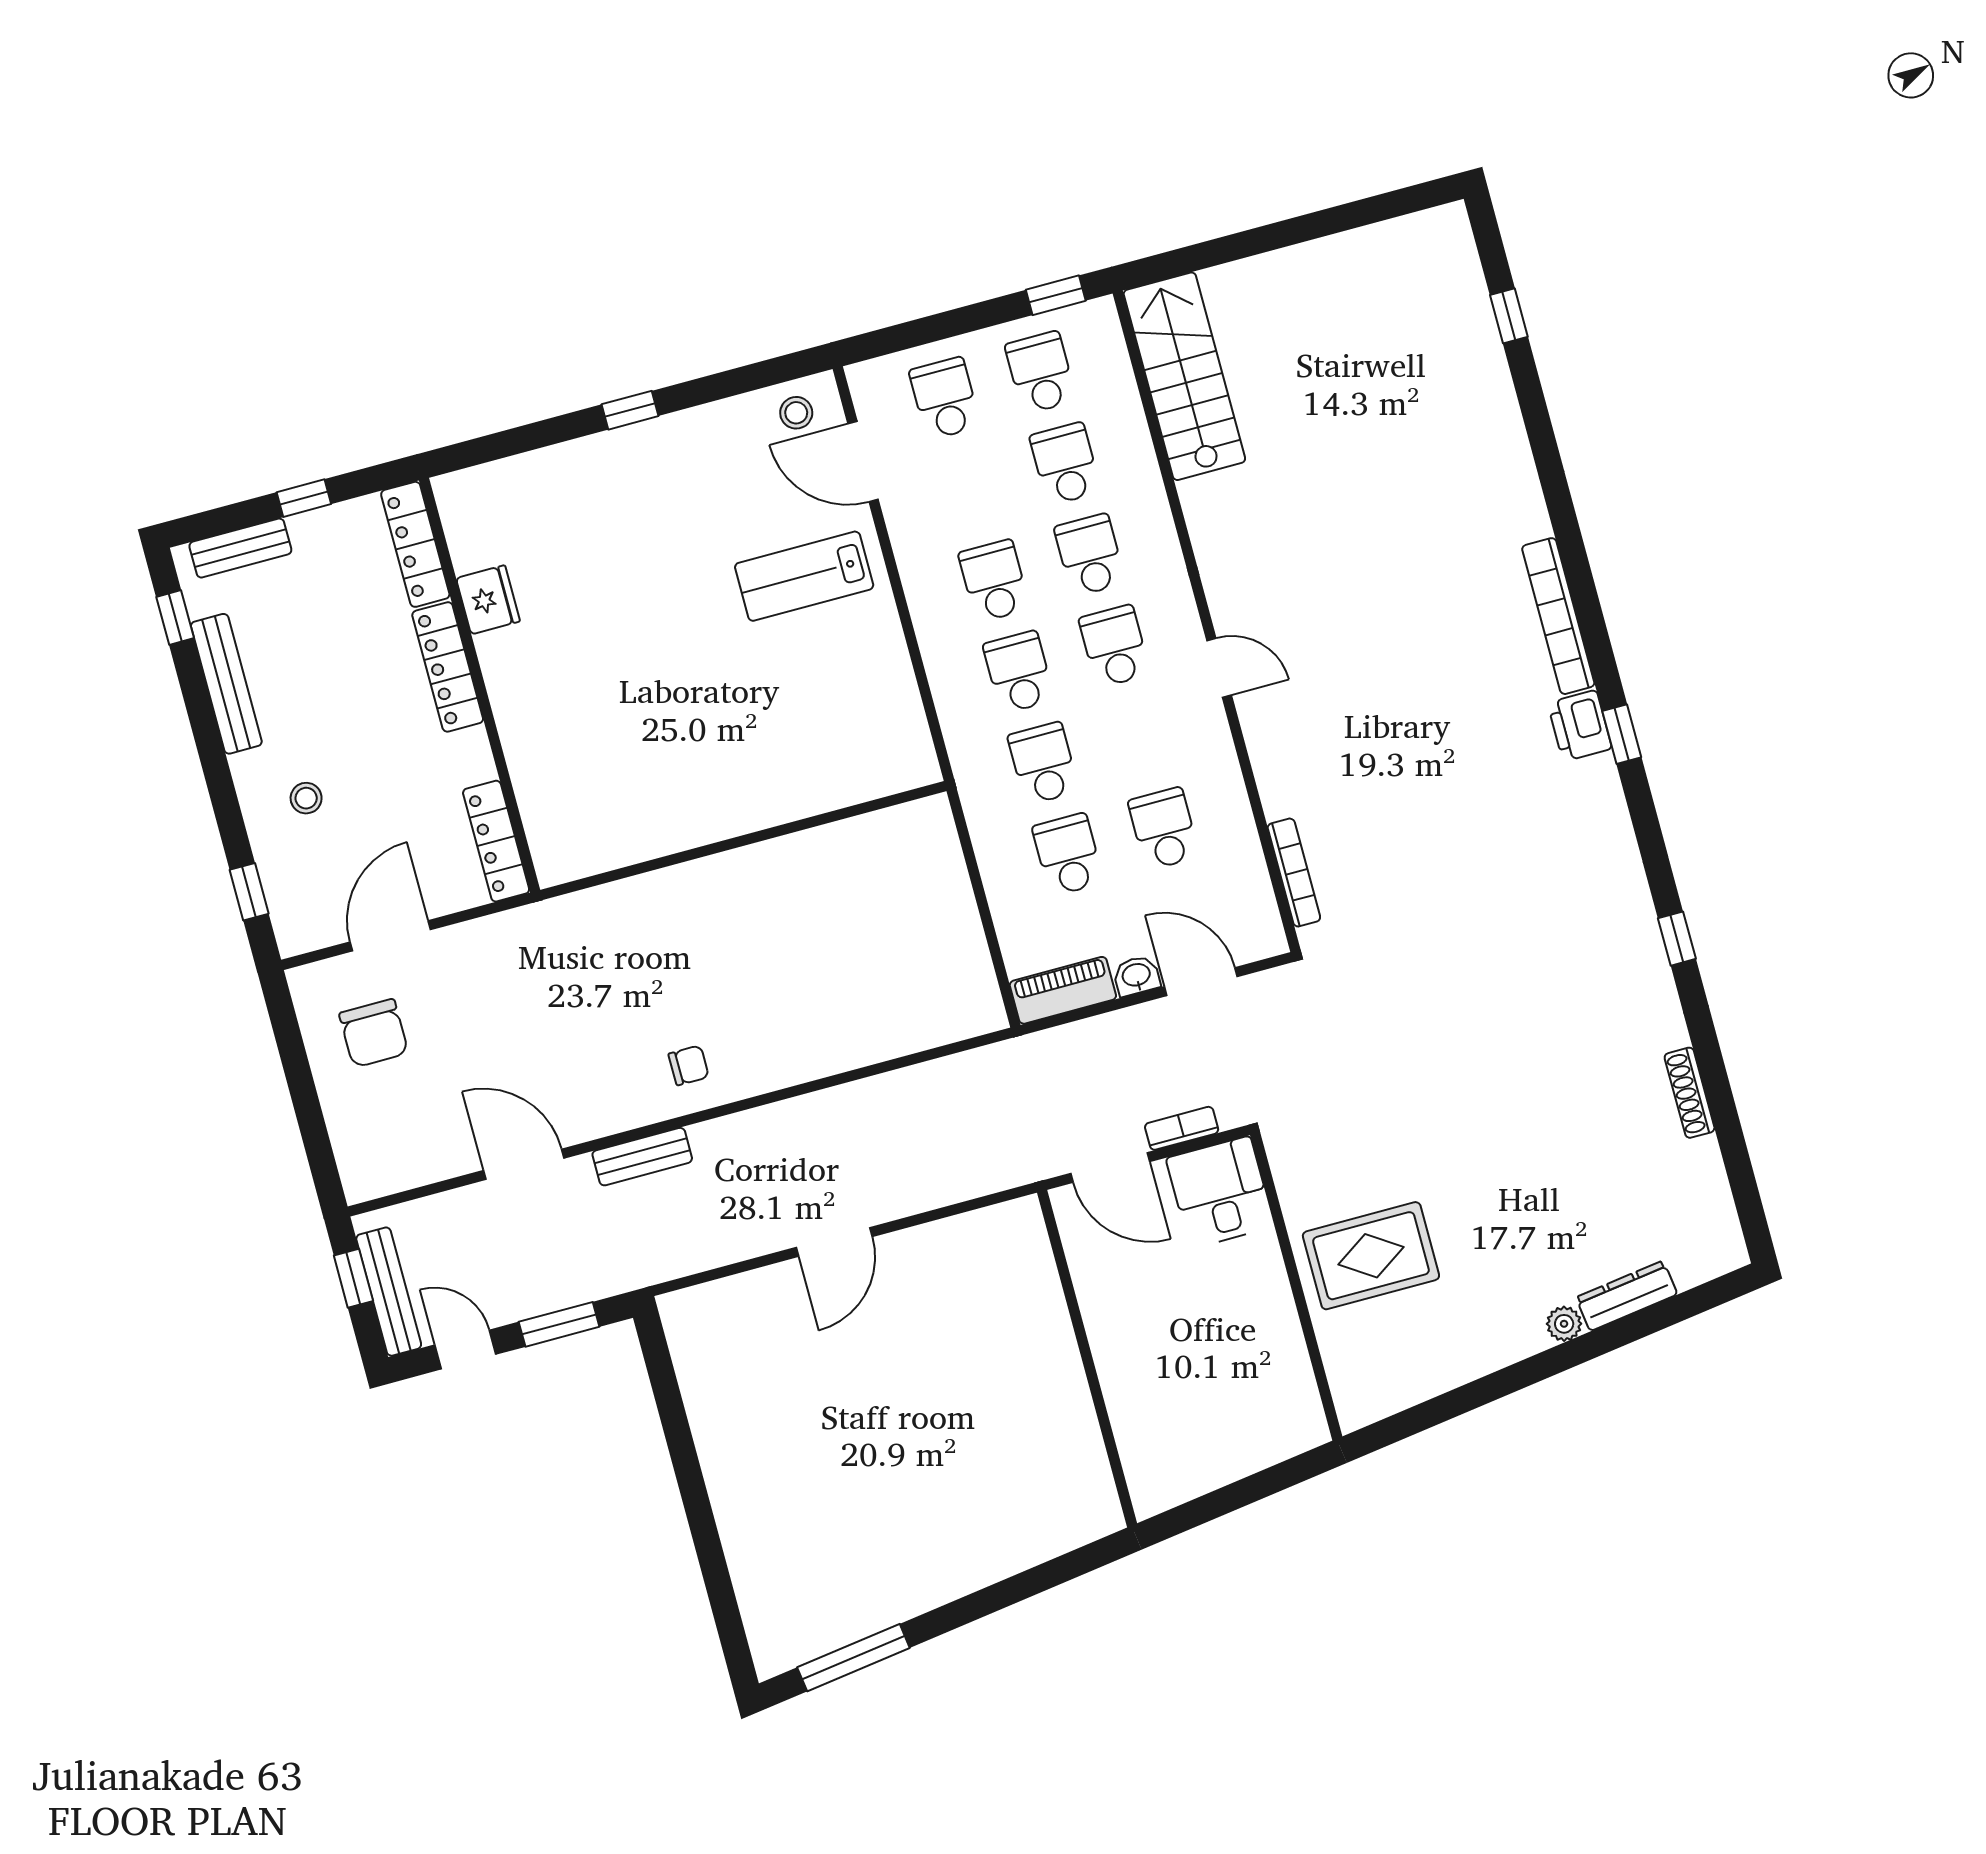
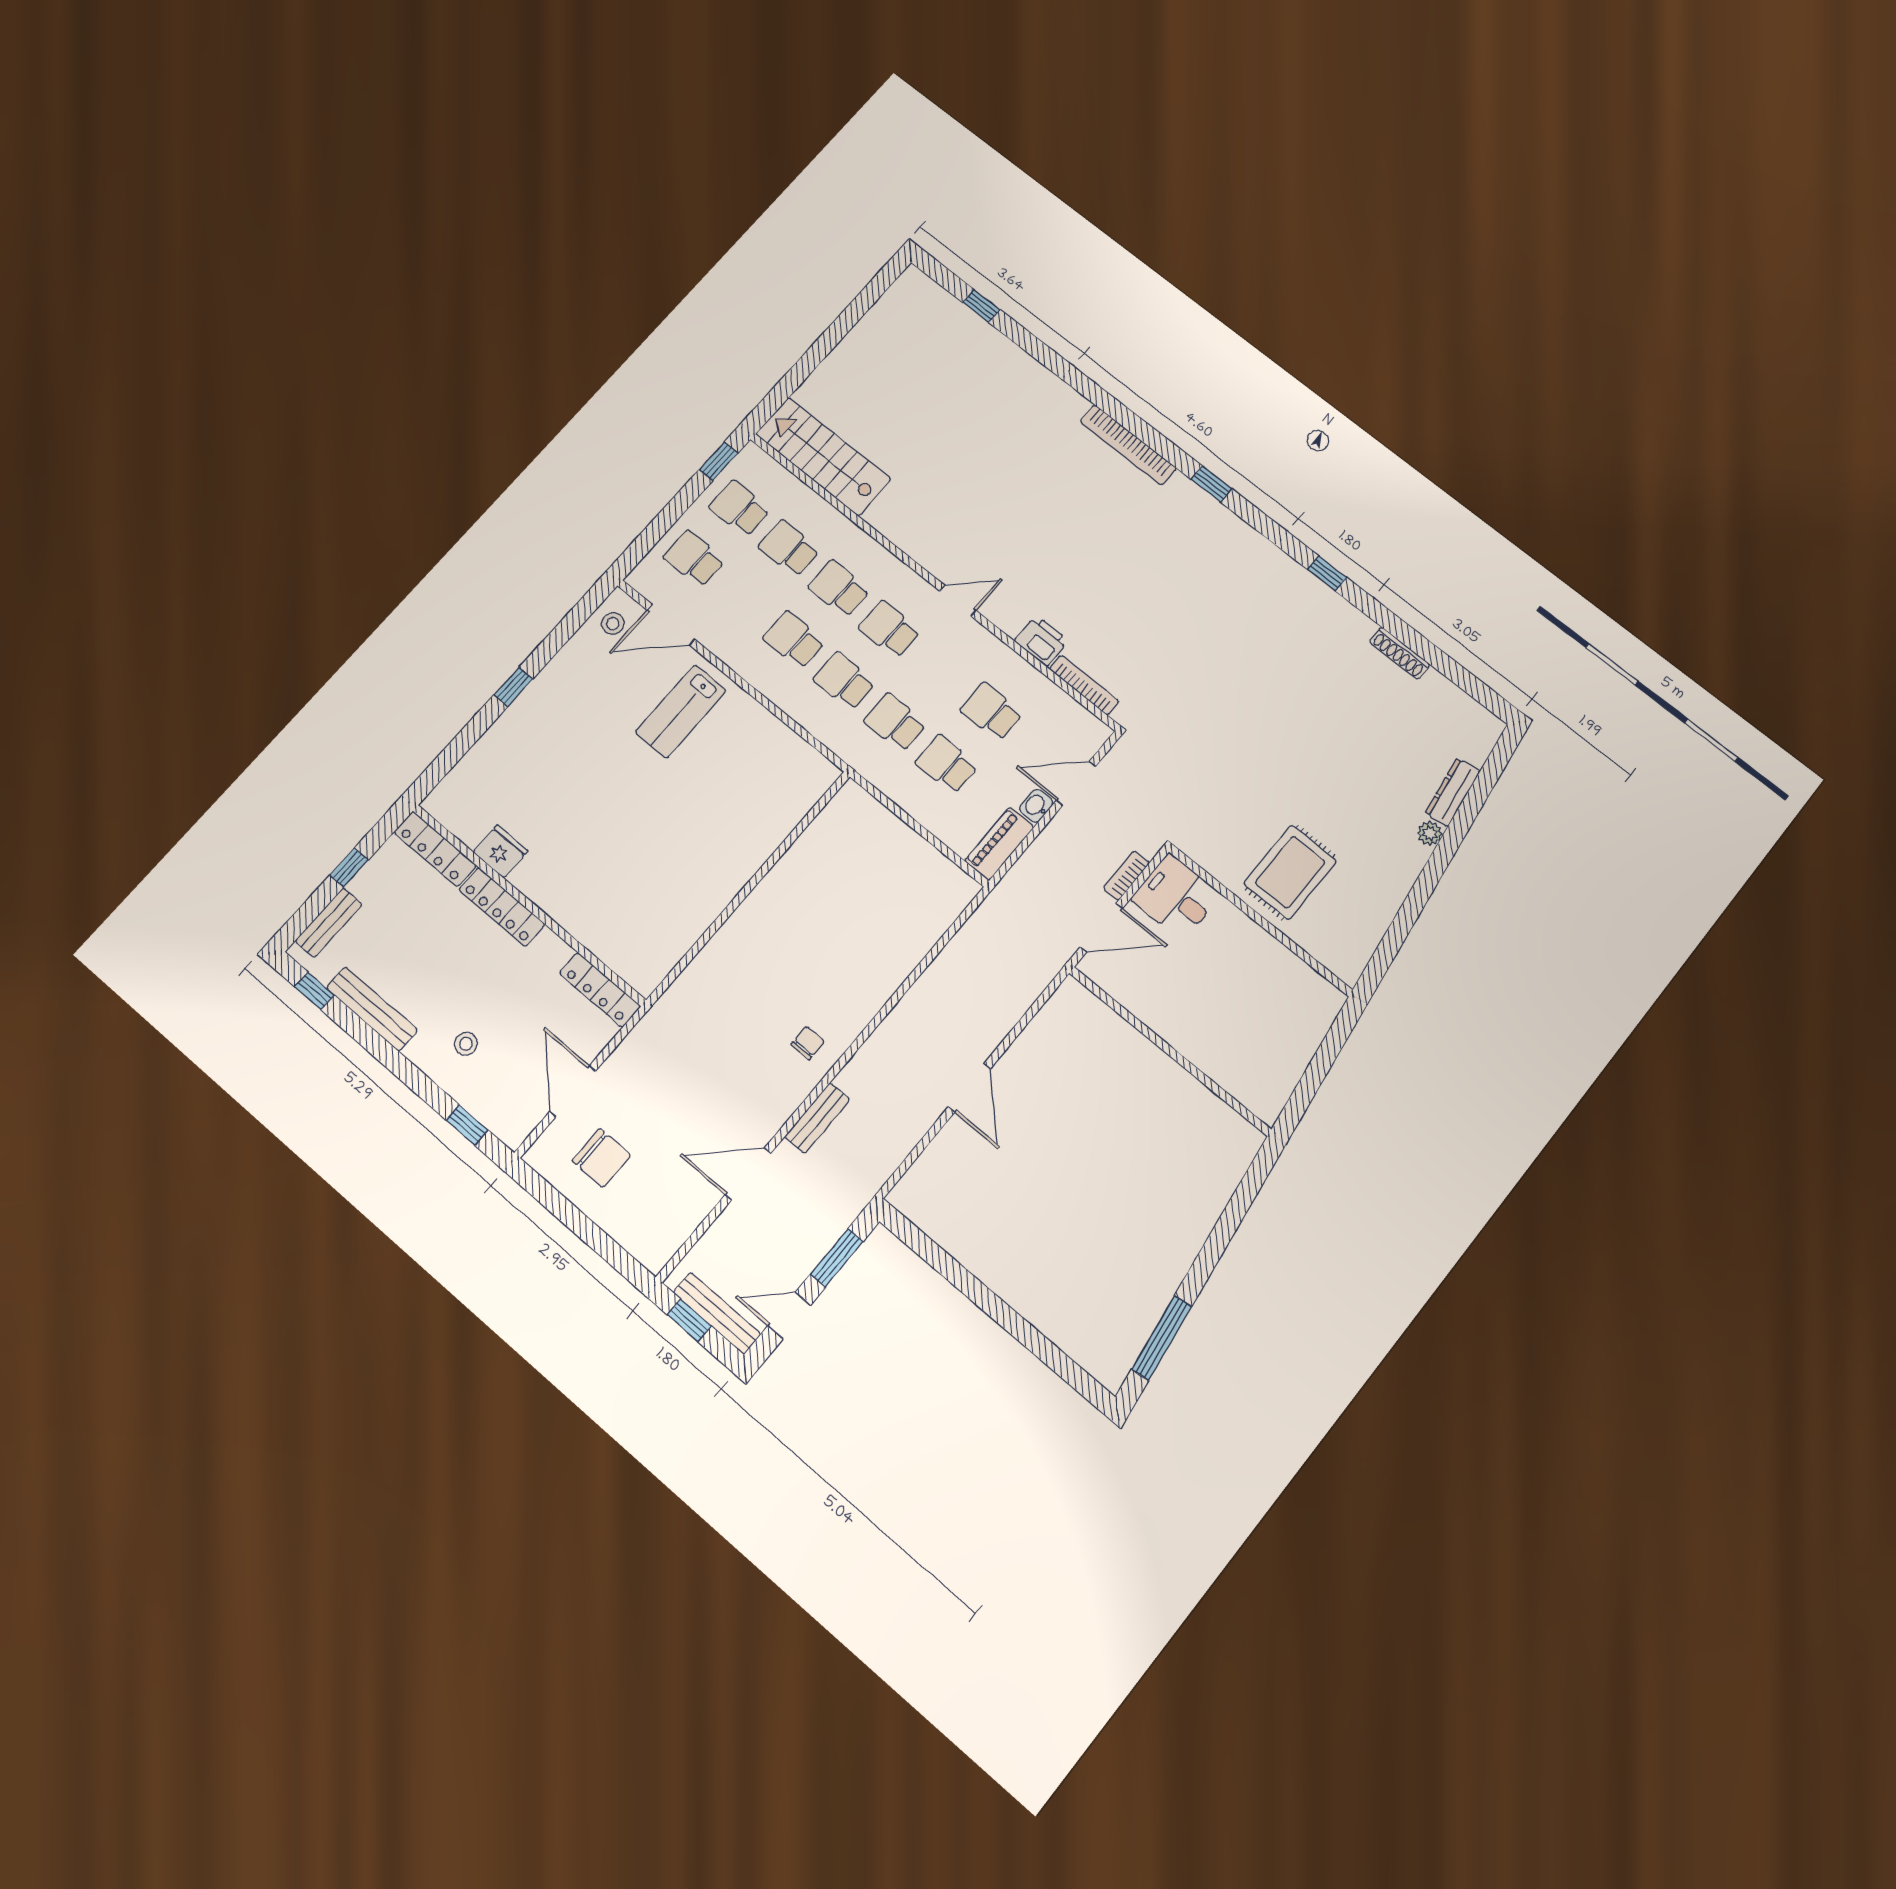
printer: (1580, 726) -> (1042, 641), moved, turned 180

